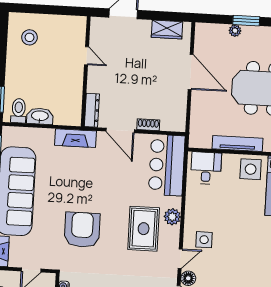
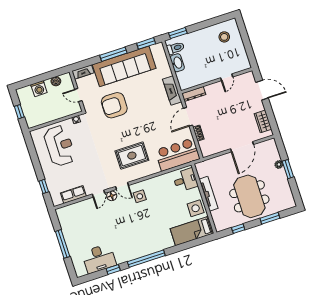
plant: (172, 217) -> (146, 171), removed
armchair: (82, 230) -> (114, 105), moved, turned 180

